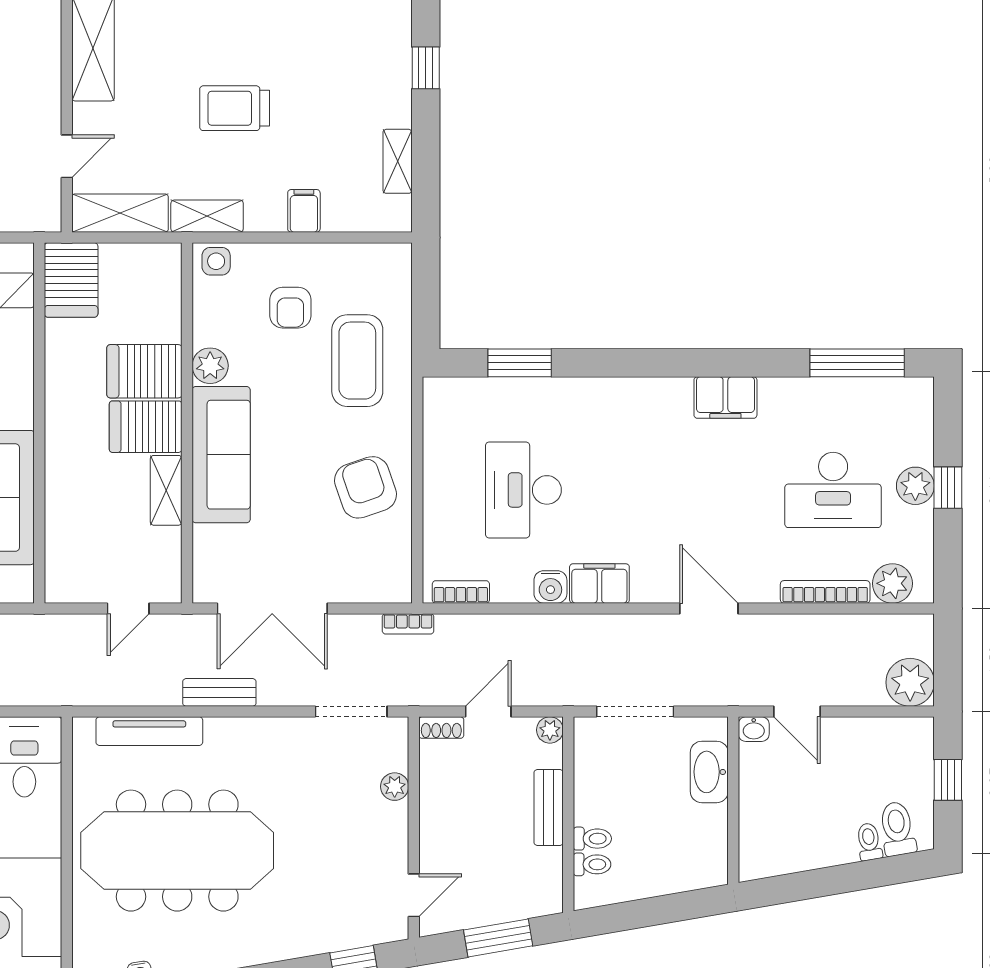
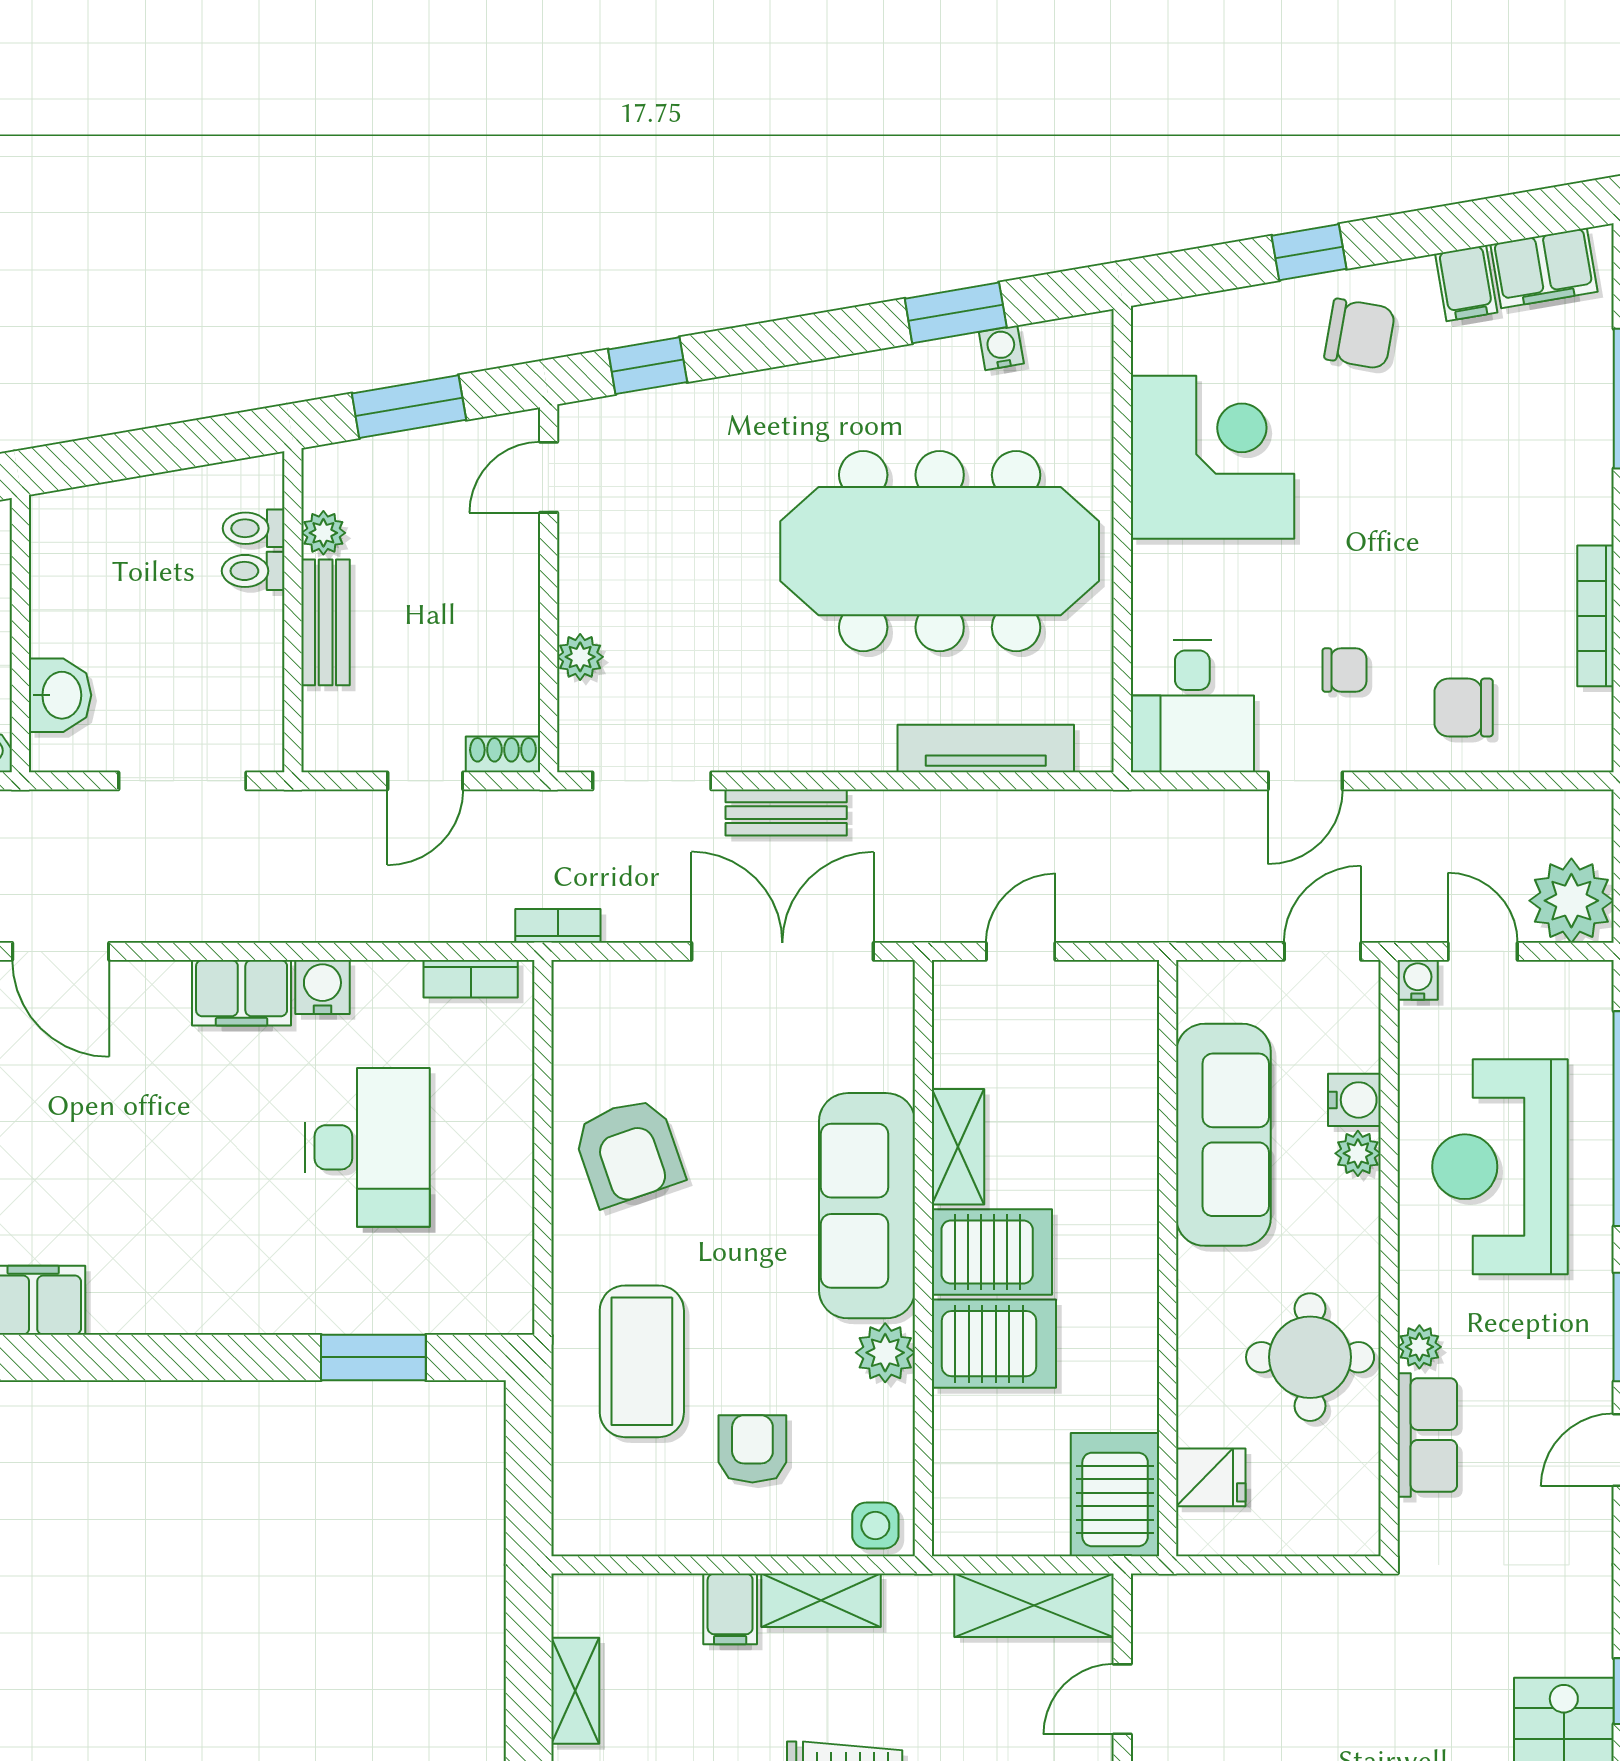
shelving: (207, 216) -> (821, 1600), moved
bench: (219, 692) -> (786, 813), moved
plant: (550, 730) -> (323, 533), moved
washbasin: (709, 772) -> (60, 695), width x0.72

